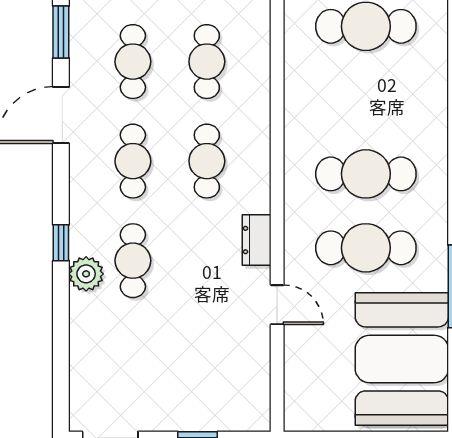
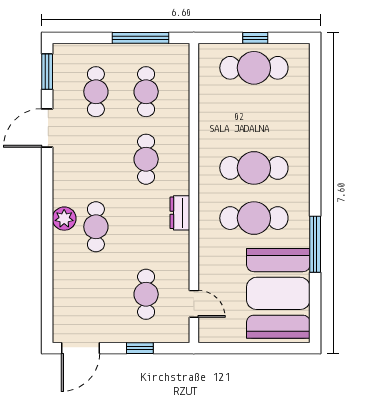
cafe table: (133, 161) -> (146, 294), moved
window: (61, 243) -> (47, 215), removed
plant: (86, 274) -> (64, 219), moved
door: (277, 305) -> (194, 304), moved

